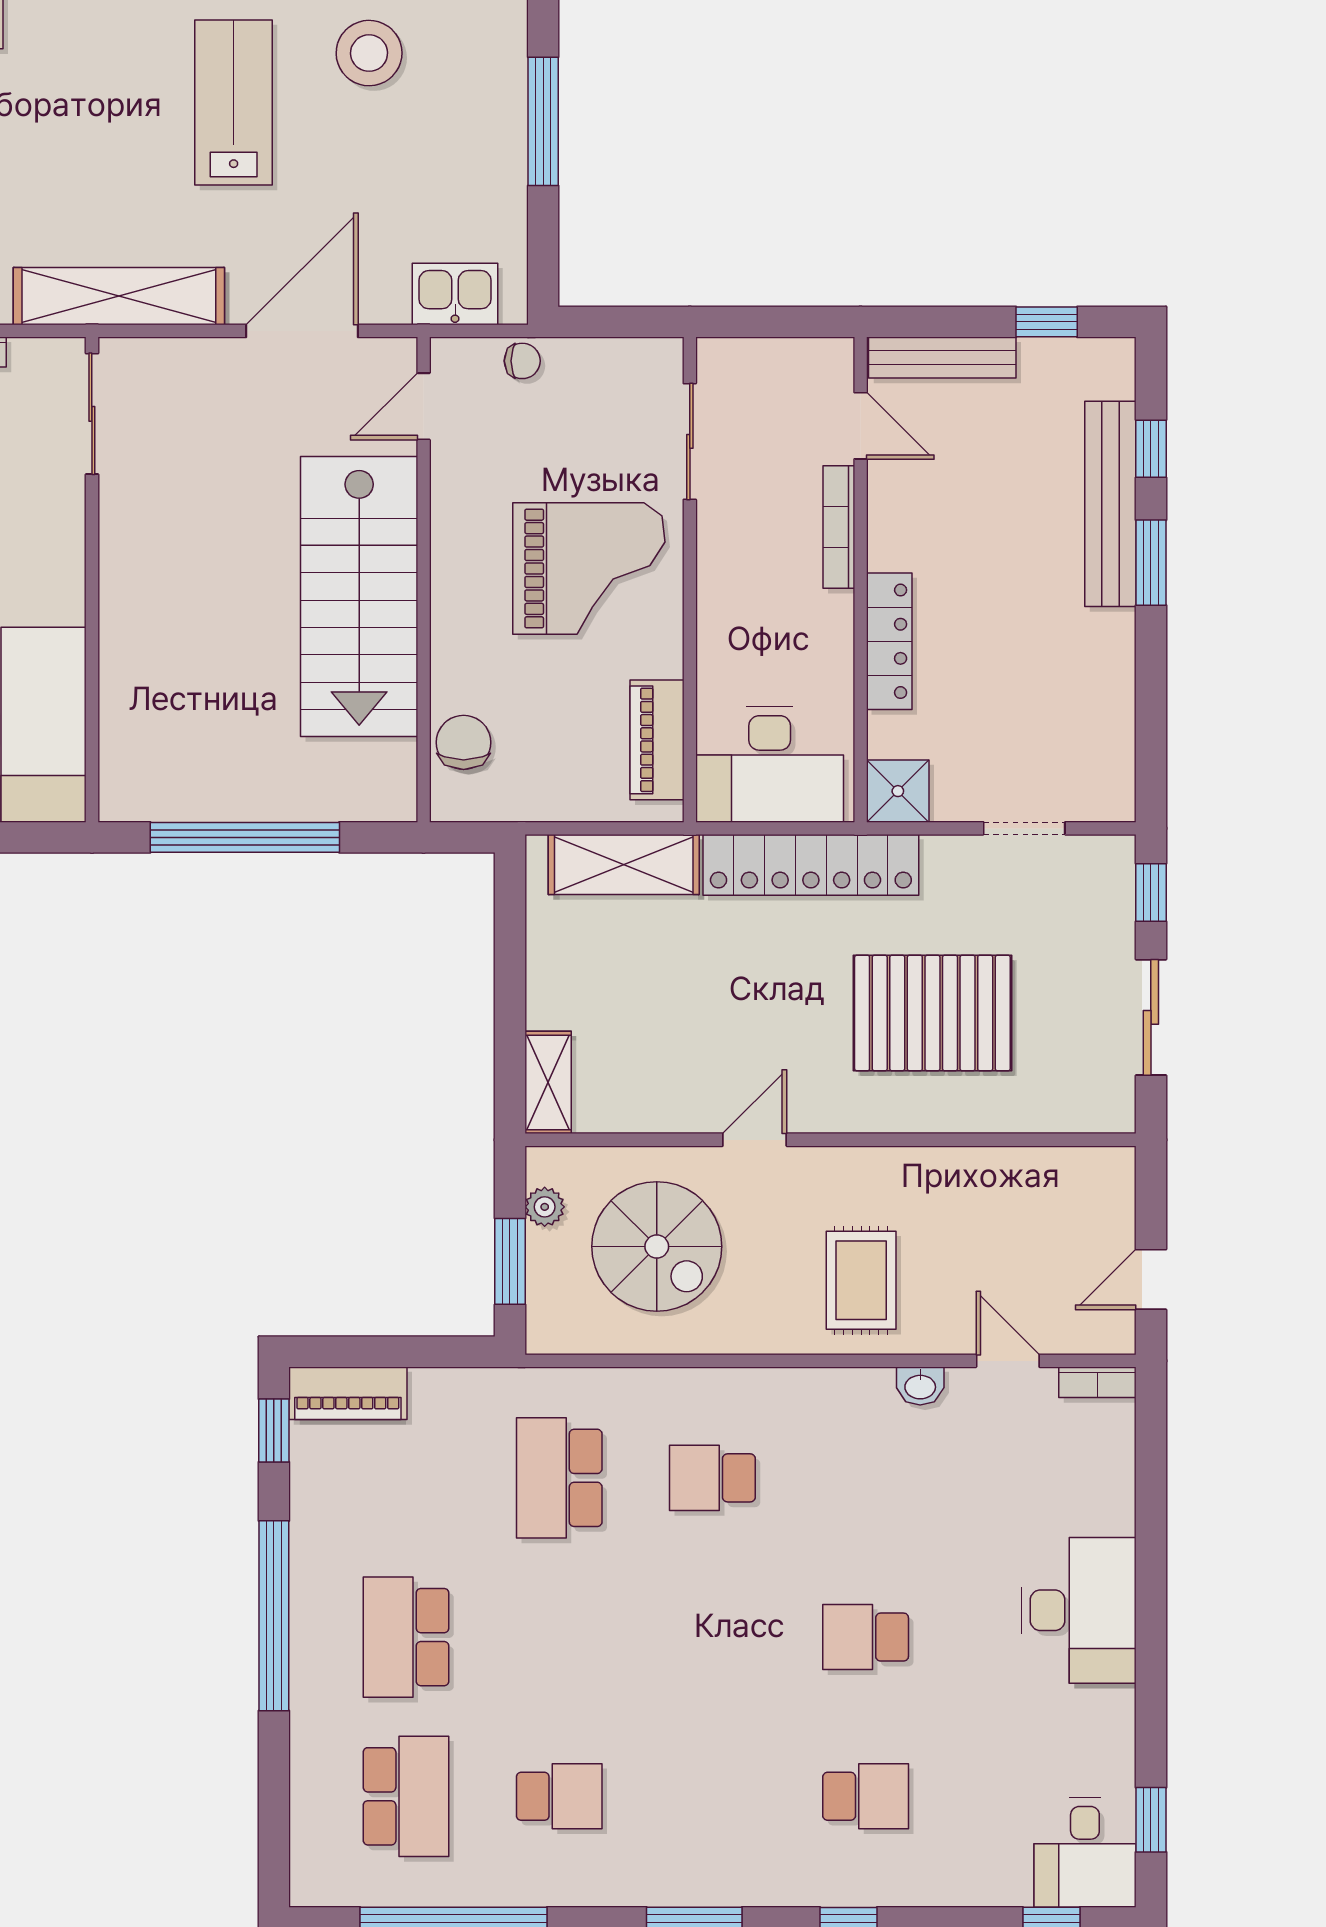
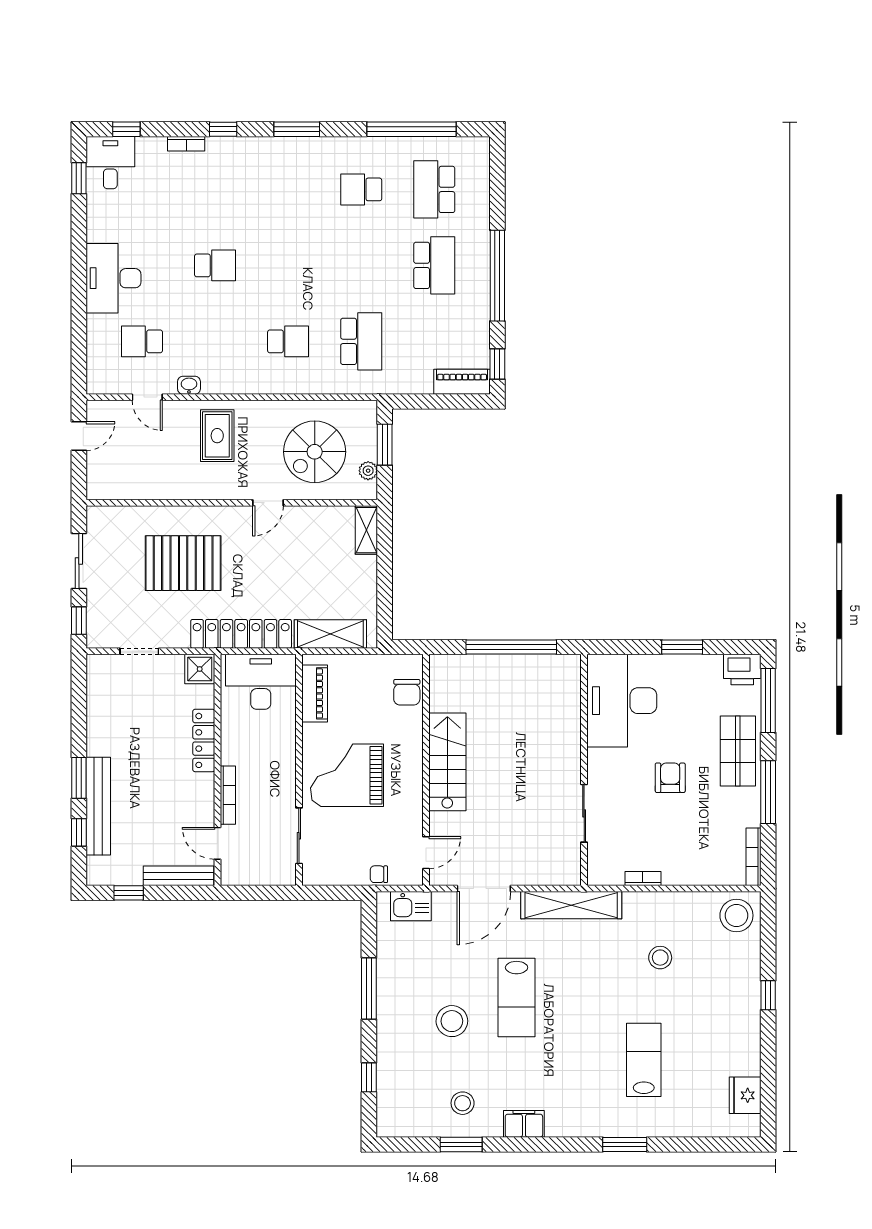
sliding door: (92, 414) -> (584, 813), moved
stairs: (359, 597) -> (447, 762), width x0.73, depth x0.66
spiral stairs: (657, 1246) -> (315, 452), turned -90
bookcase: (1097, 1382) -> (186, 144), moved, turned 180
school desk: (866, 1796) -> (142, 341), moved

